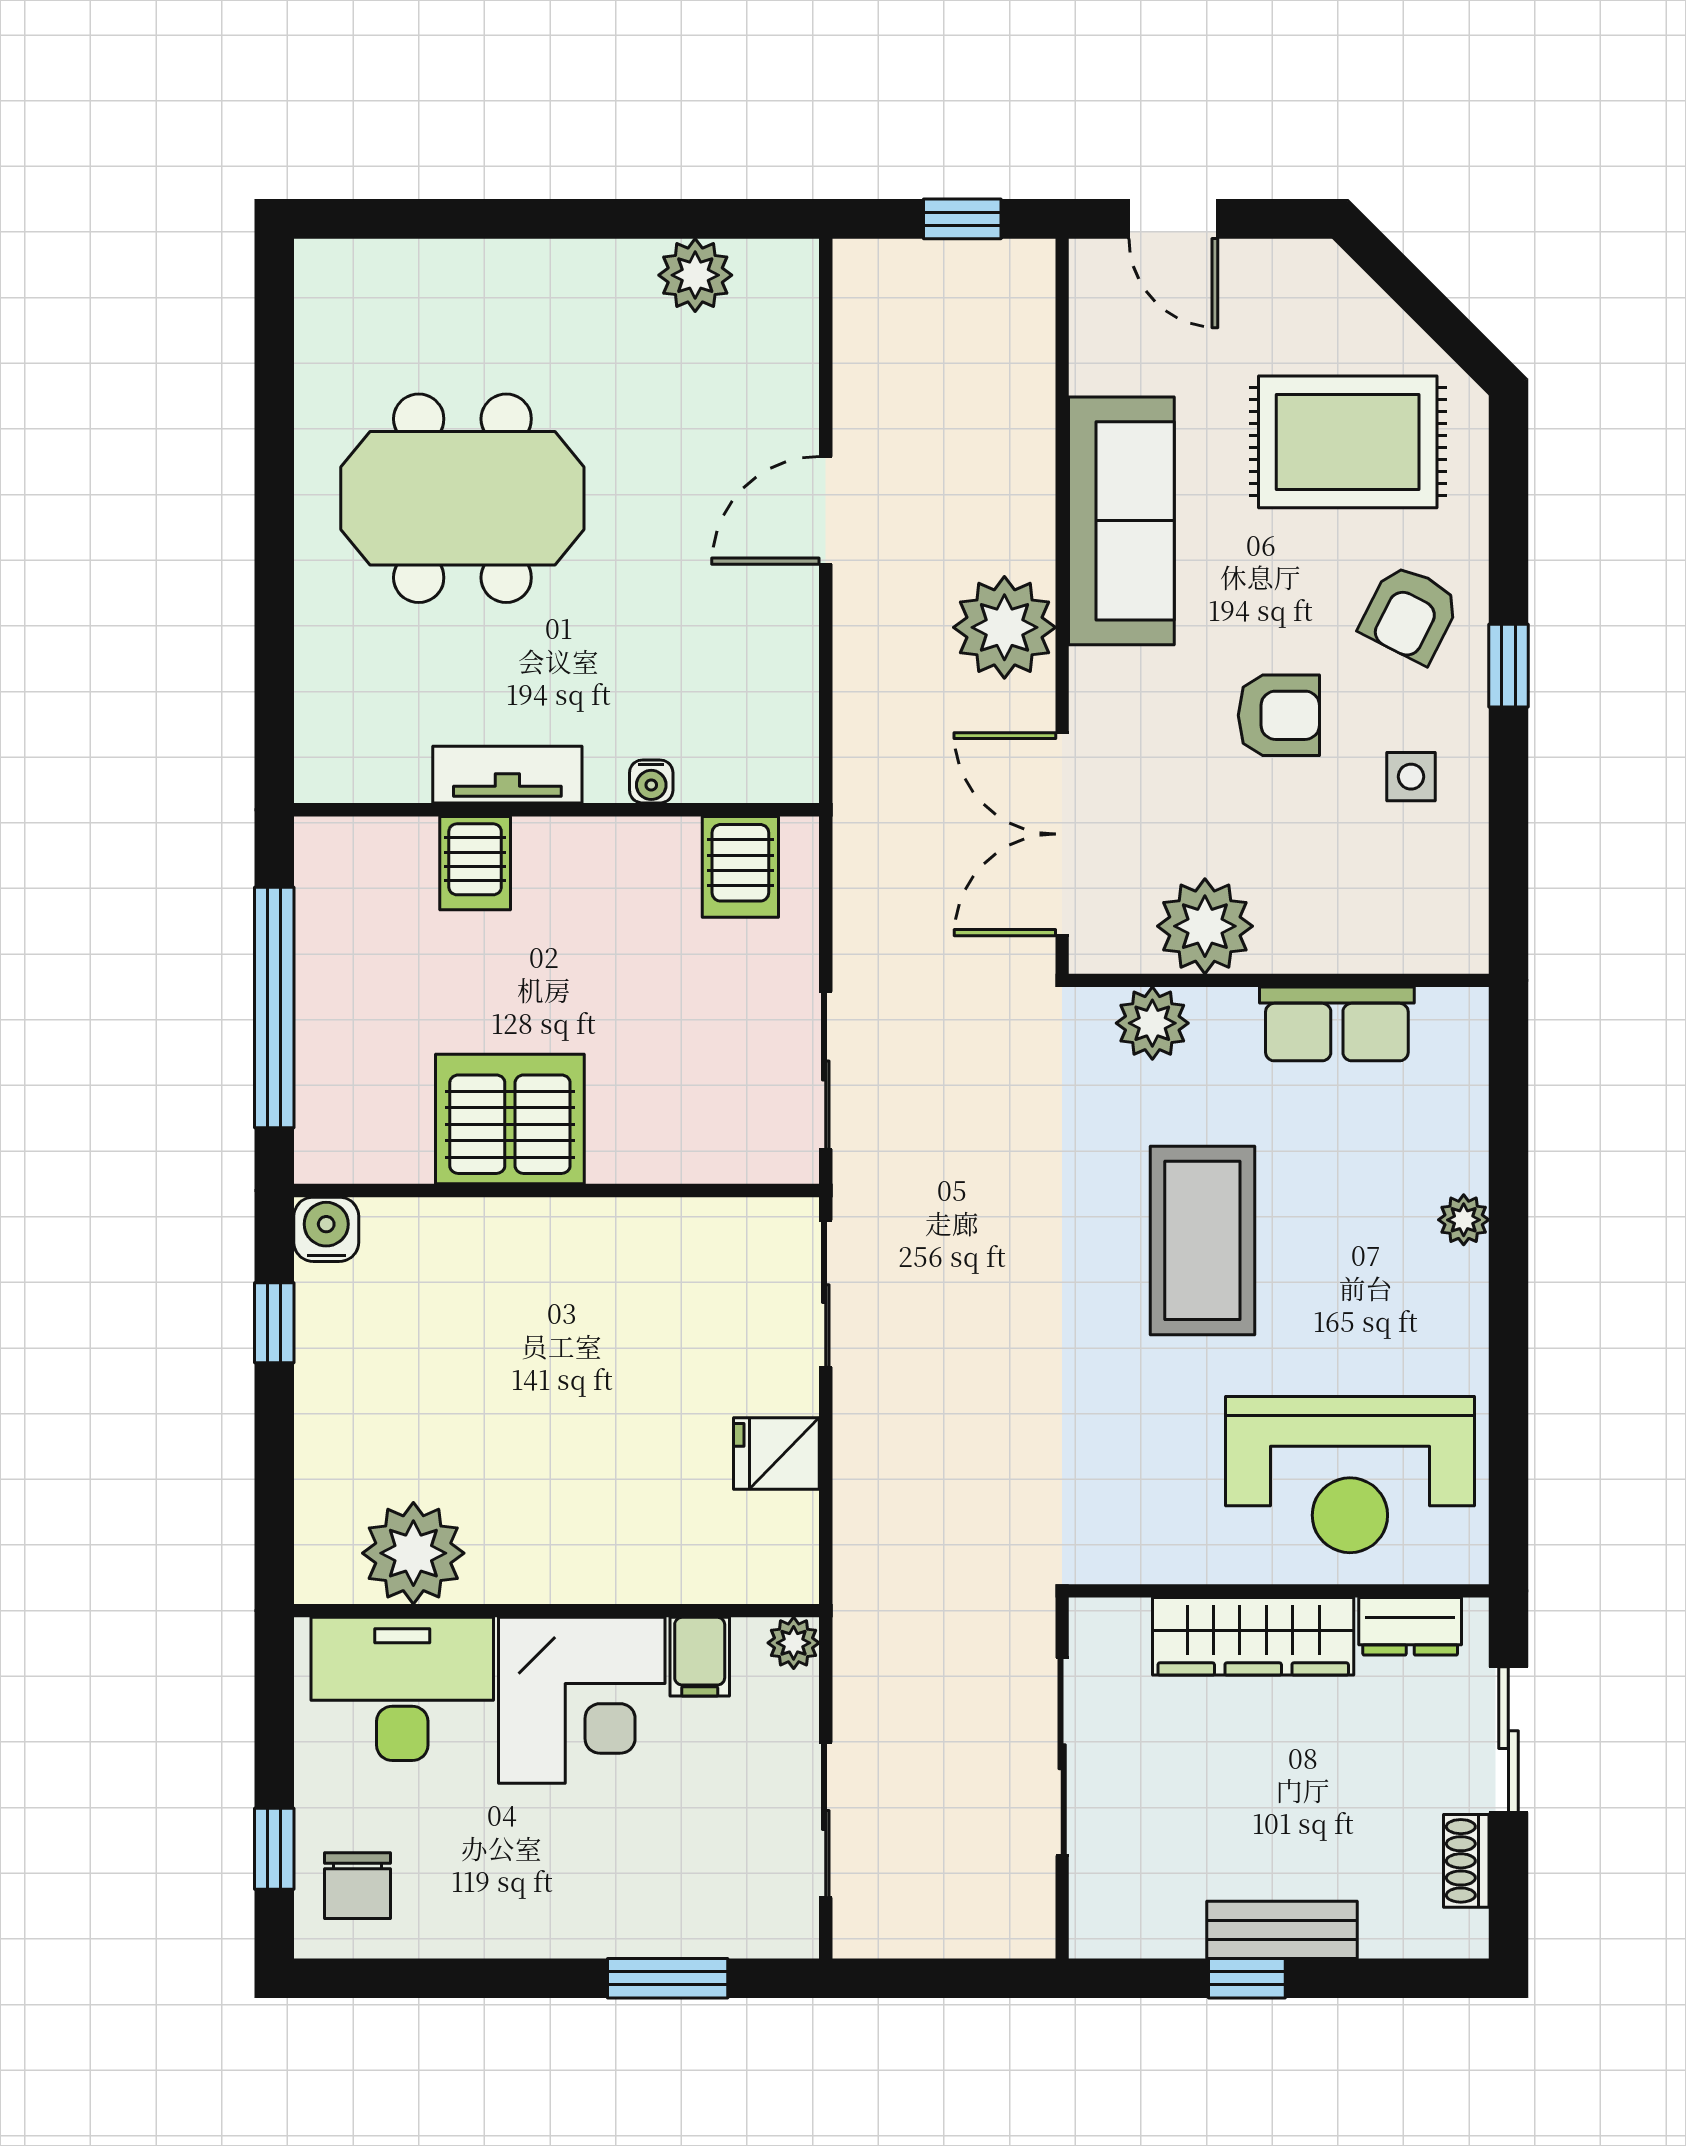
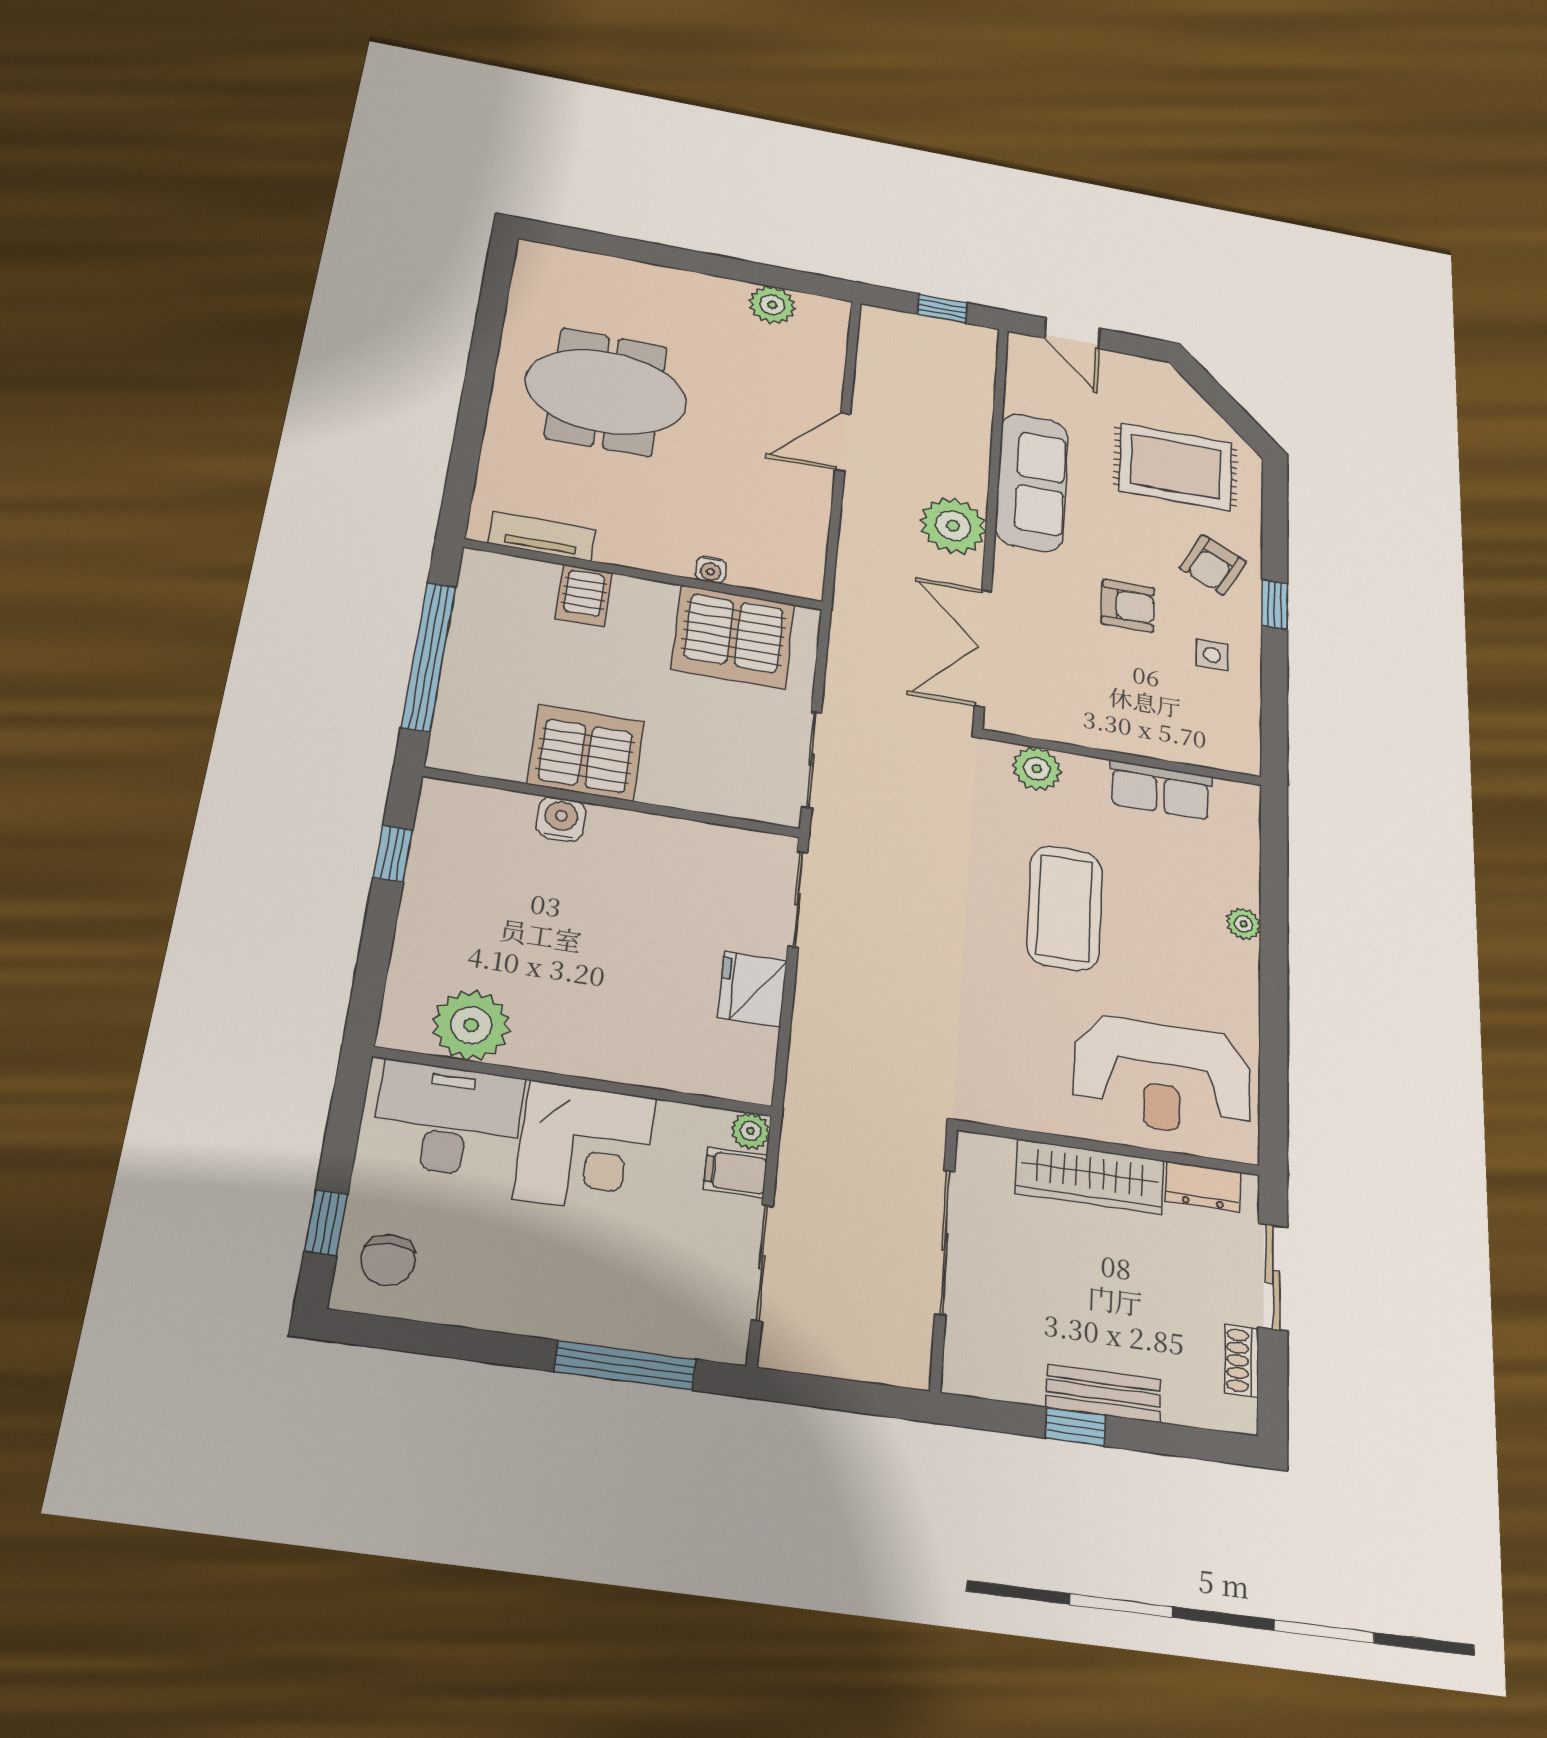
tv unit: (507, 775) -> (542, 536), moved
server rack: (740, 867) -> (733, 637), width x2.18, depth x1.44
plant: (1205, 926) -> (1075, 717), removed
water cooler: (326, 1229) -> (561, 819), moved
fridge: (776, 1453) -> (752, 989), width x1.38
filing cabinet: (700, 1657) -> (736, 1172), moved, turned 90
window: (668, 1978) -> (625, 1365), width x1.44

